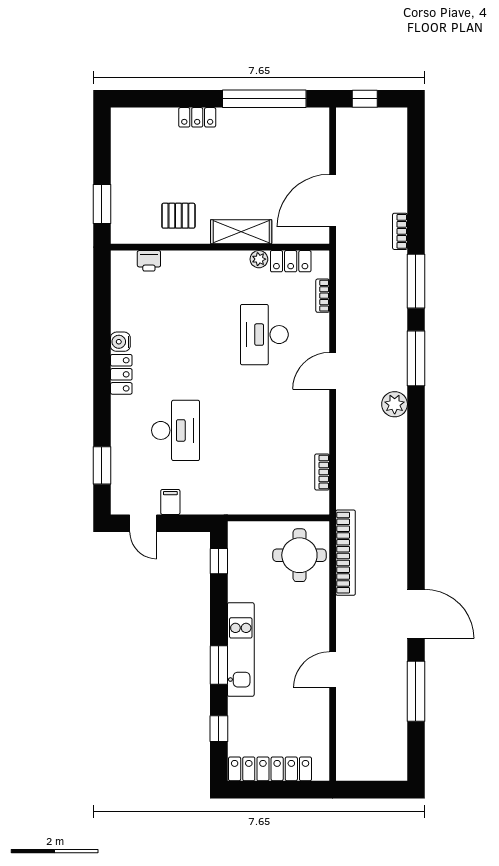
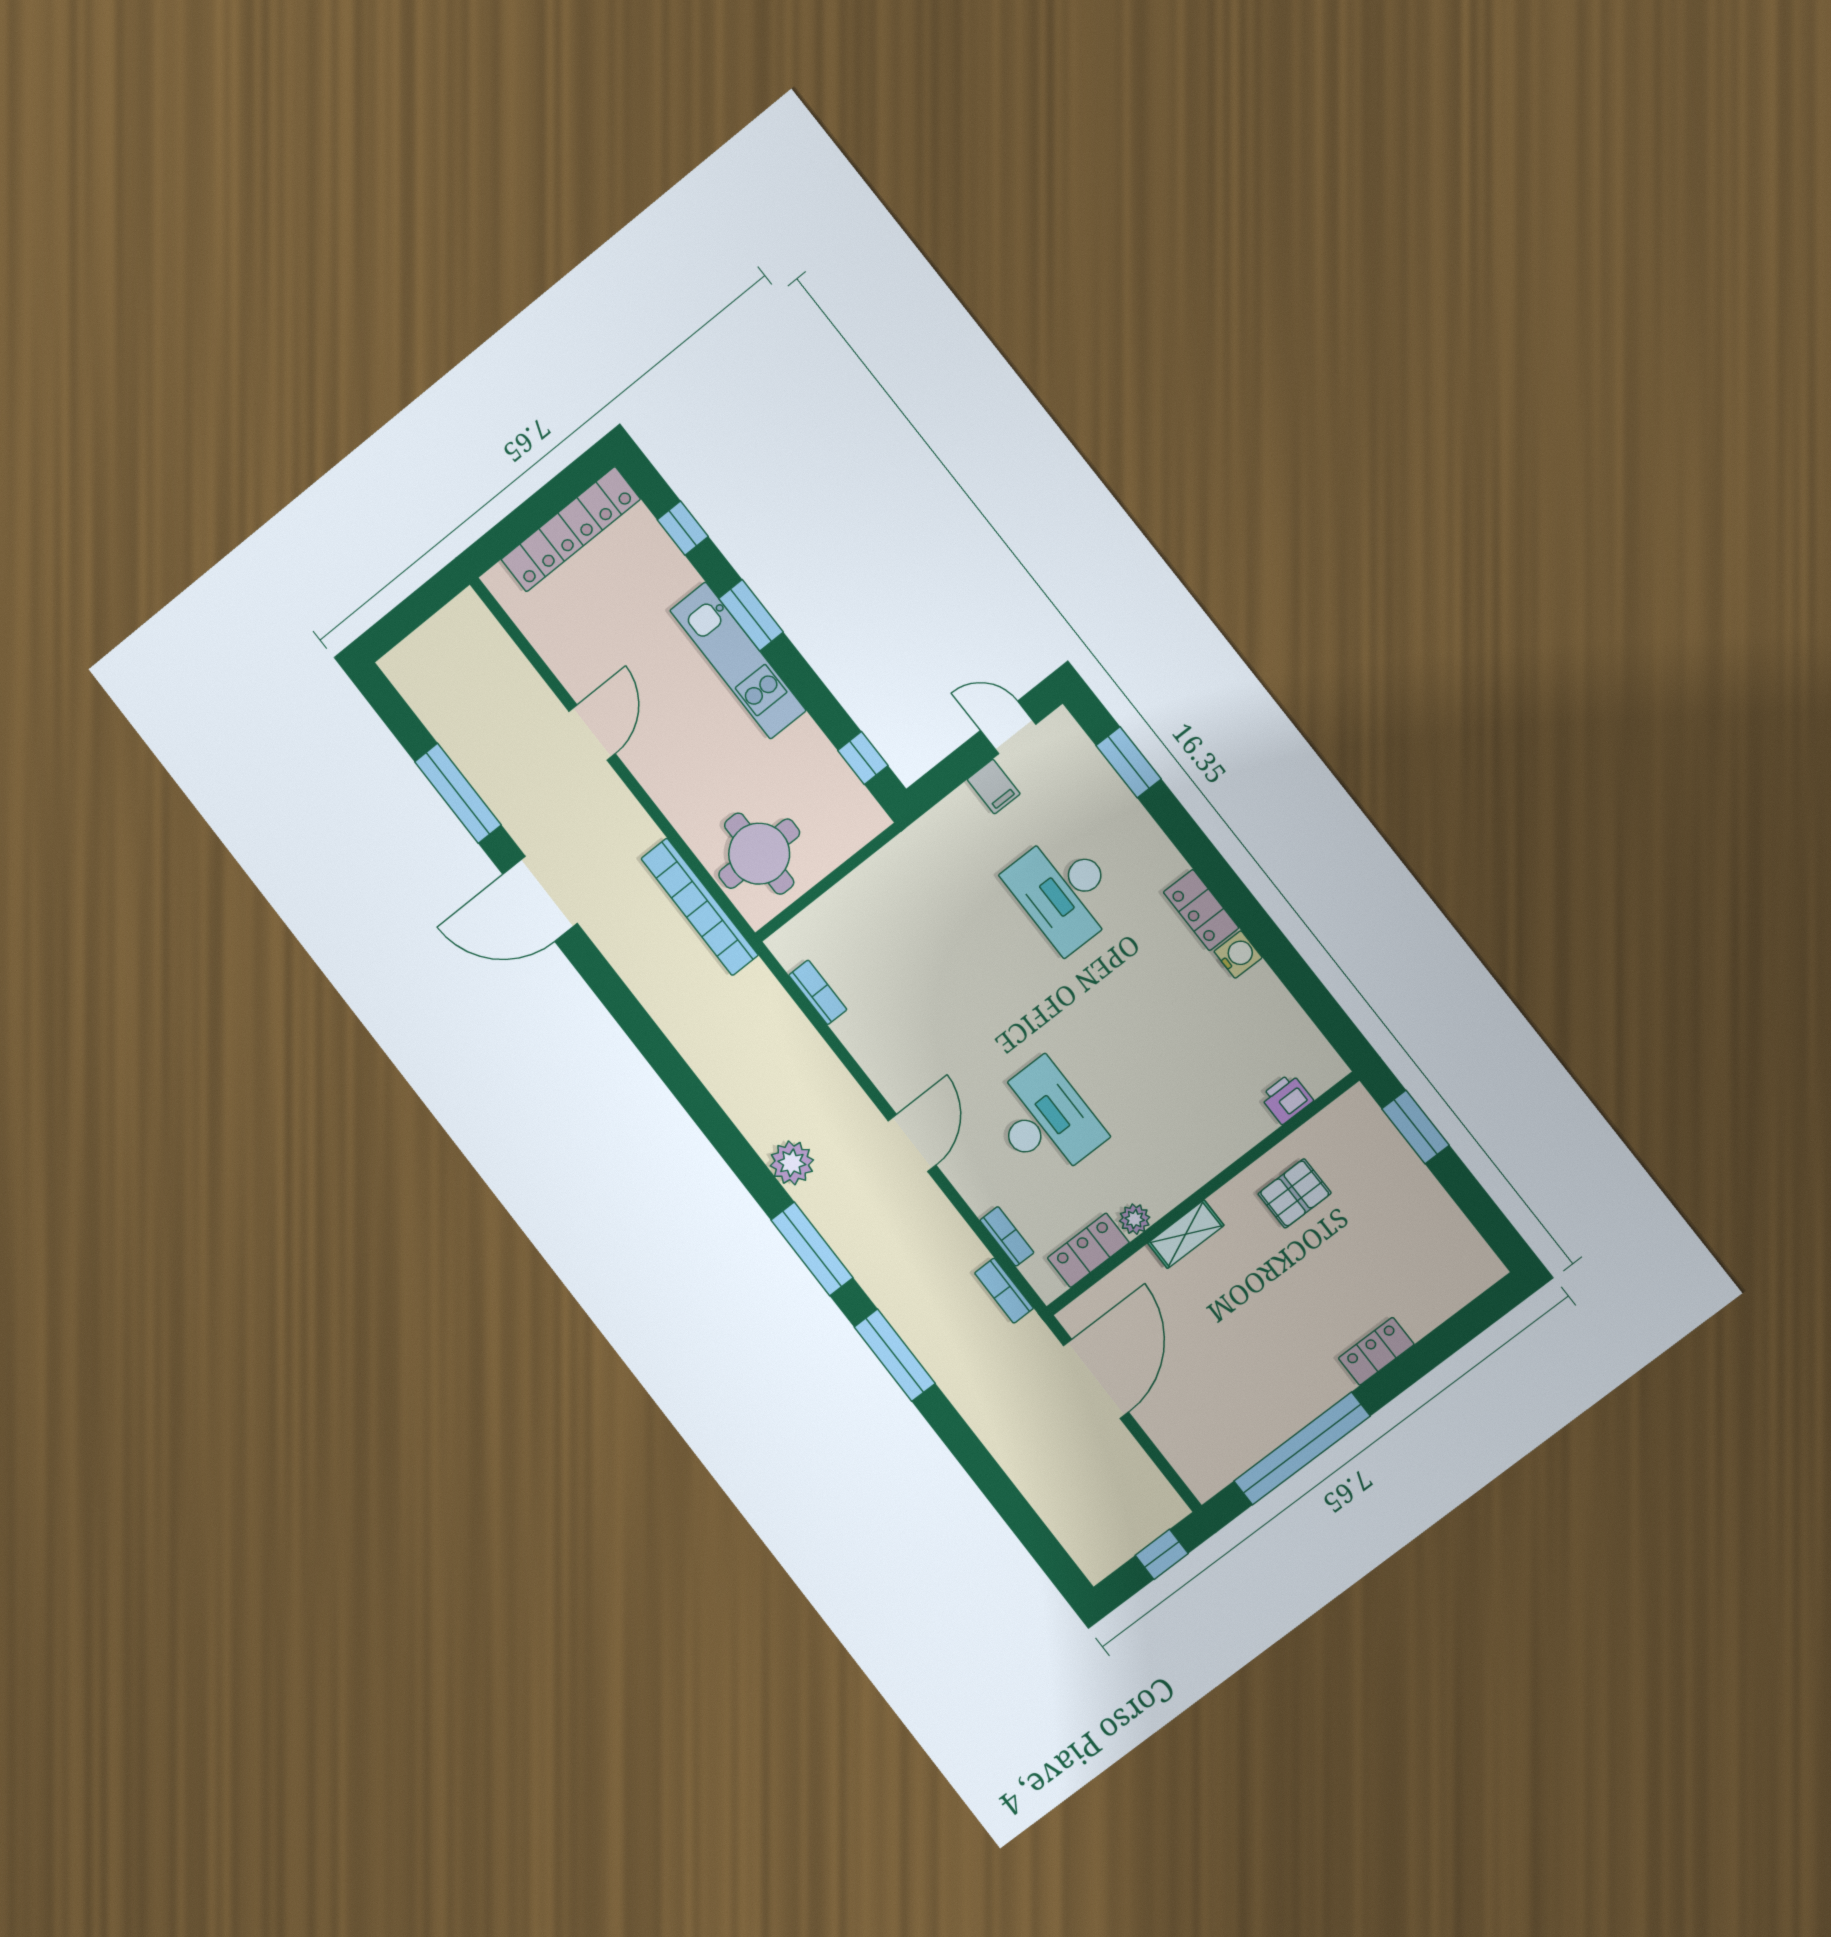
bookcase: (400, 231) -> (1004, 1291), moved, turned 180
shelving: (241, 232) -> (1186, 1234), width x0.67, depth x0.75

